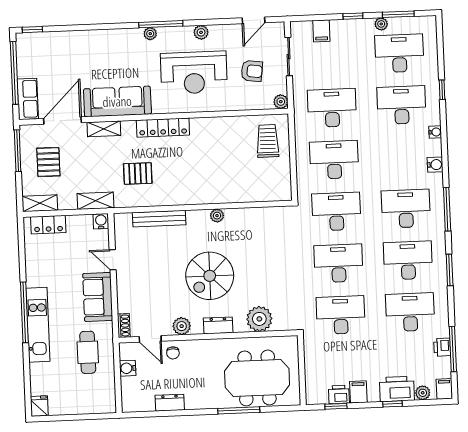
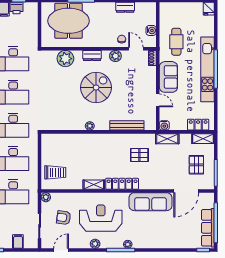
row of seats: (28, 99) -> (208, 228), moved, width x1.48
shelving: (104, 129) -> (94, 185), moved
trolley: (268, 141) -> (55, 172), turned -90
kitchen unit: (38, 325) -> (207, 69), width x1.36

